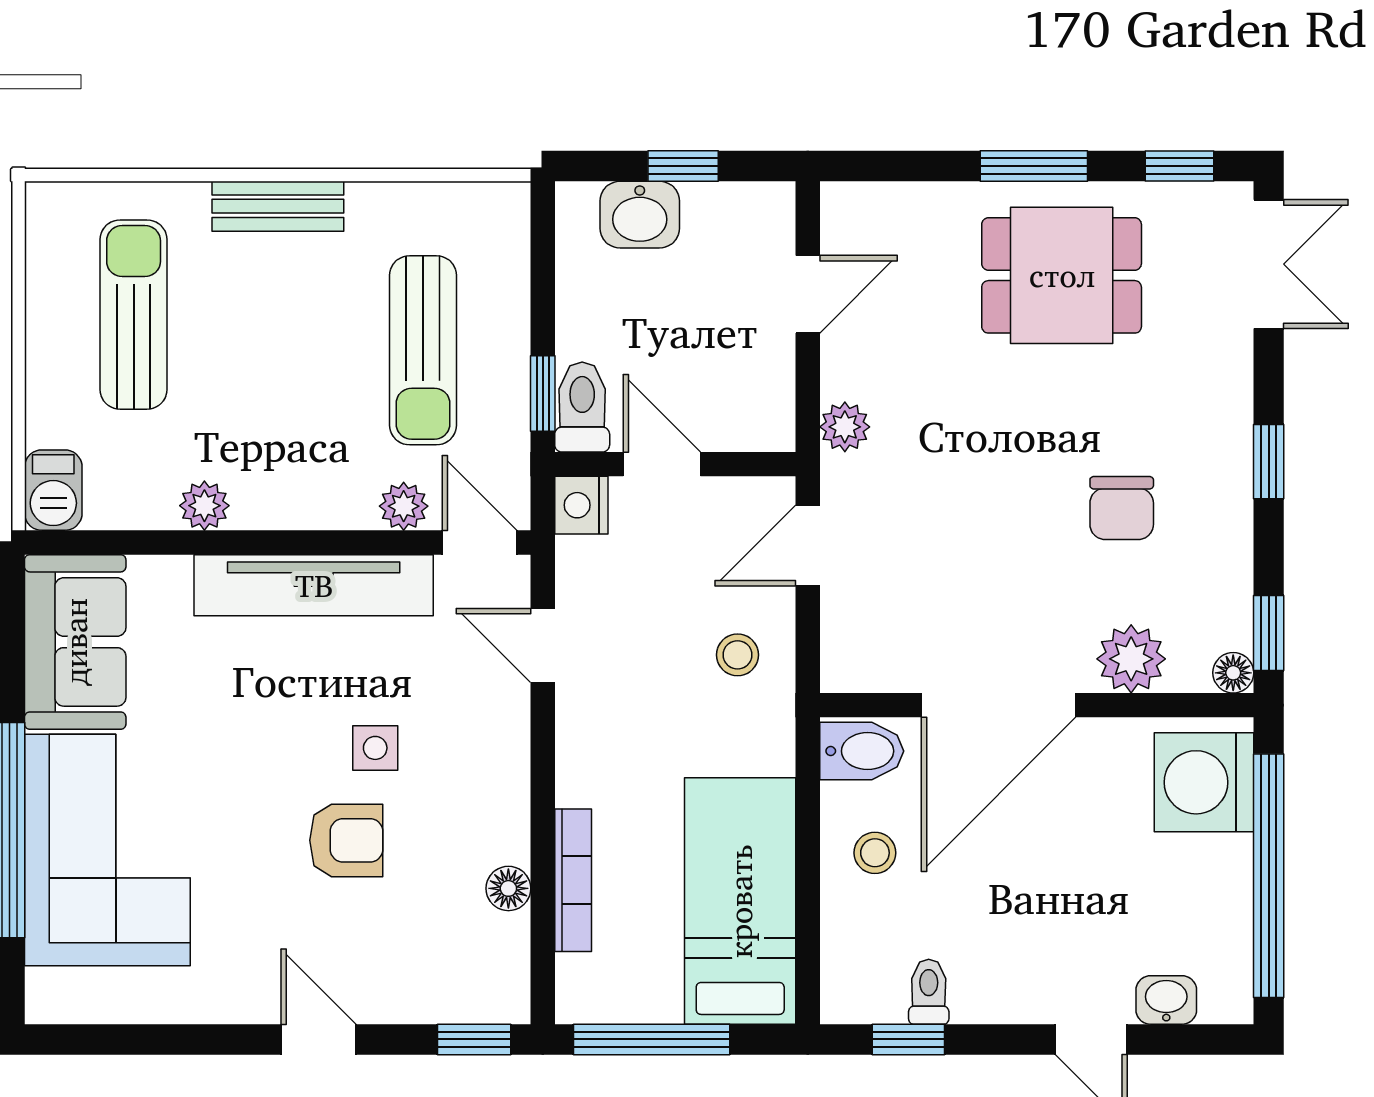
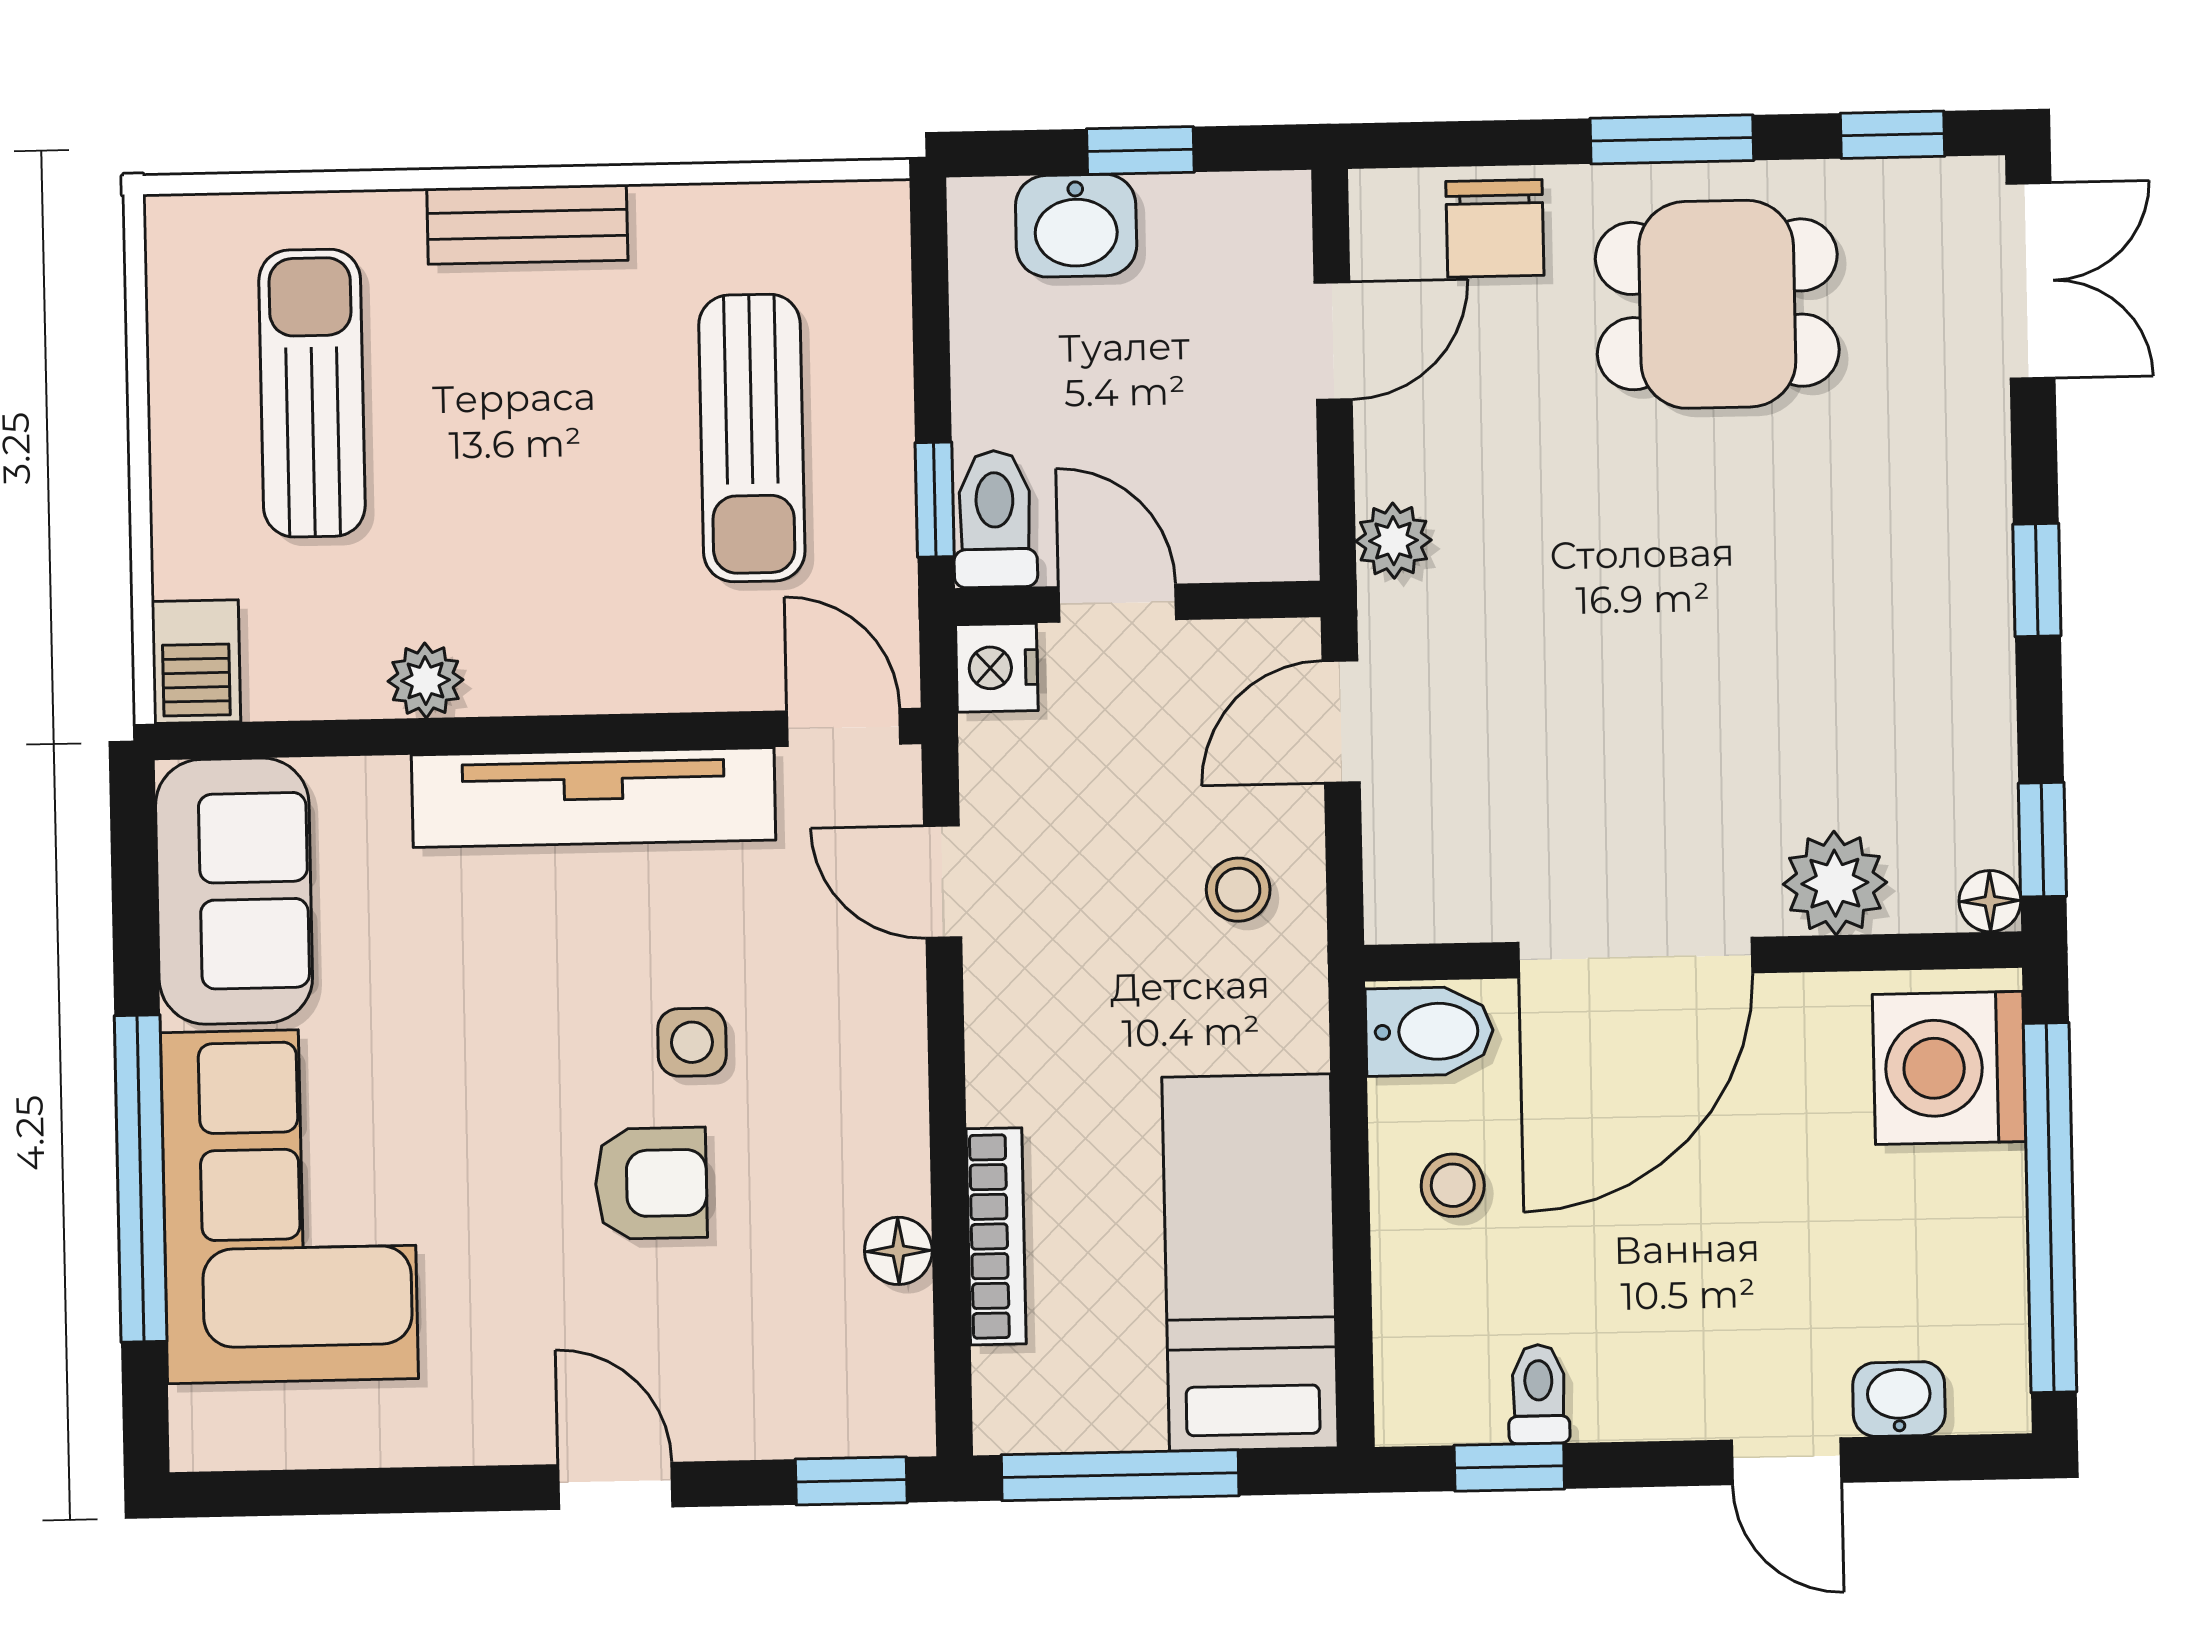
plant: (404, 506) -> (727, 675), removed
chair: (1122, 508) -> (1495, 228), moved

